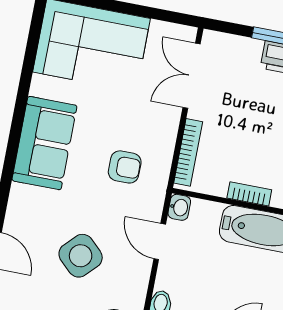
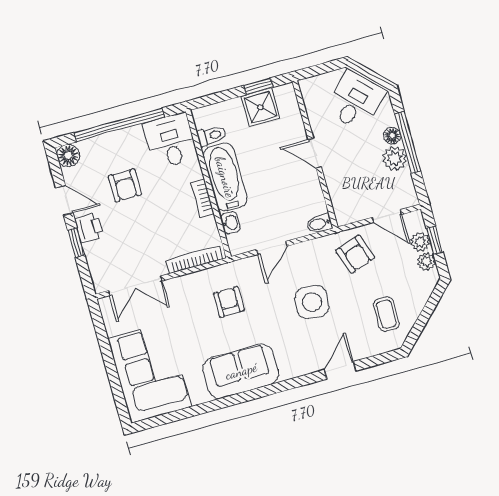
washbasin: (179, 207) -> (230, 223), moved, turned 90
side table: (81, 256) -> (312, 302), turned -38

